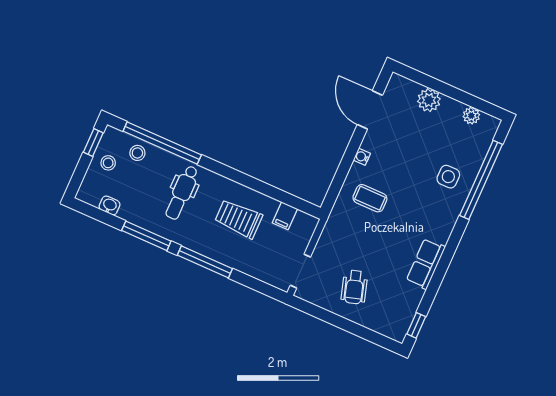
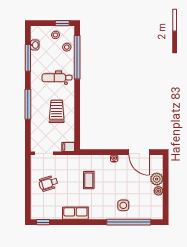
door: (370, 110) -> (139, 152), swing flipped
plant: (471, 116) -> (158, 191), moved
coffee table: (370, 198) -> (89, 180), moved
filing cabinet: (285, 216) -> (68, 147), moved
window: (146, 236) -> (28, 58), moved

